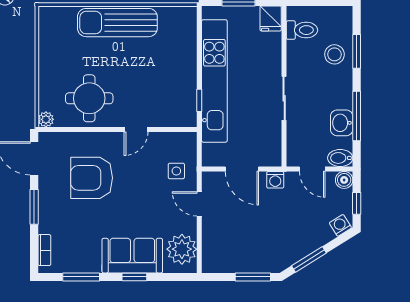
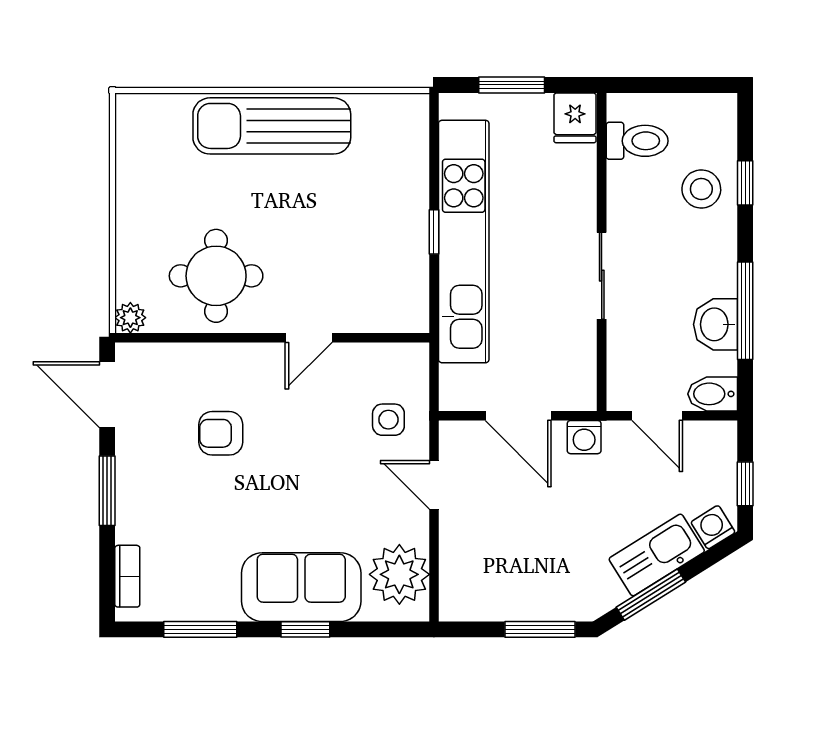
window: (357, 51) -> (745, 183), width x0.67
window: (199, 100) -> (434, 232), moved
armchair: (92, 178) -> (221, 433), width x0.53, depth x0.53
boiler: (344, 180) -> (720, 437), removed
kitchen sink: (312, 239) -> (657, 555), added

